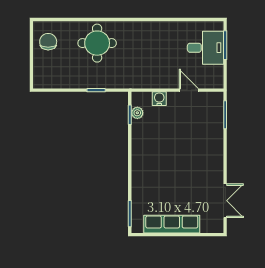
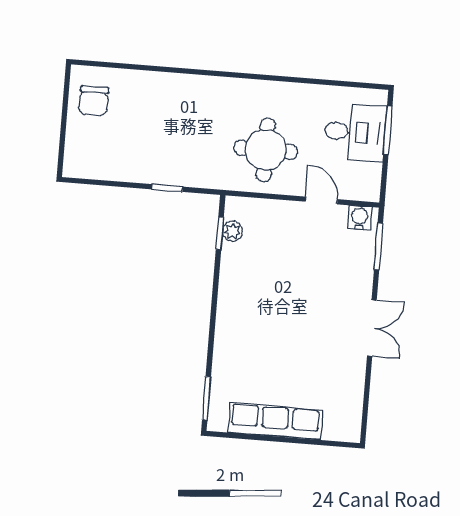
chair: (48, 42) -> (94, 101), turned 180
round table: (97, 43) -> (266, 150), moved
water cooler: (159, 99) -> (360, 218), moved
double door: (225, 201) -> (372, 328), moved

